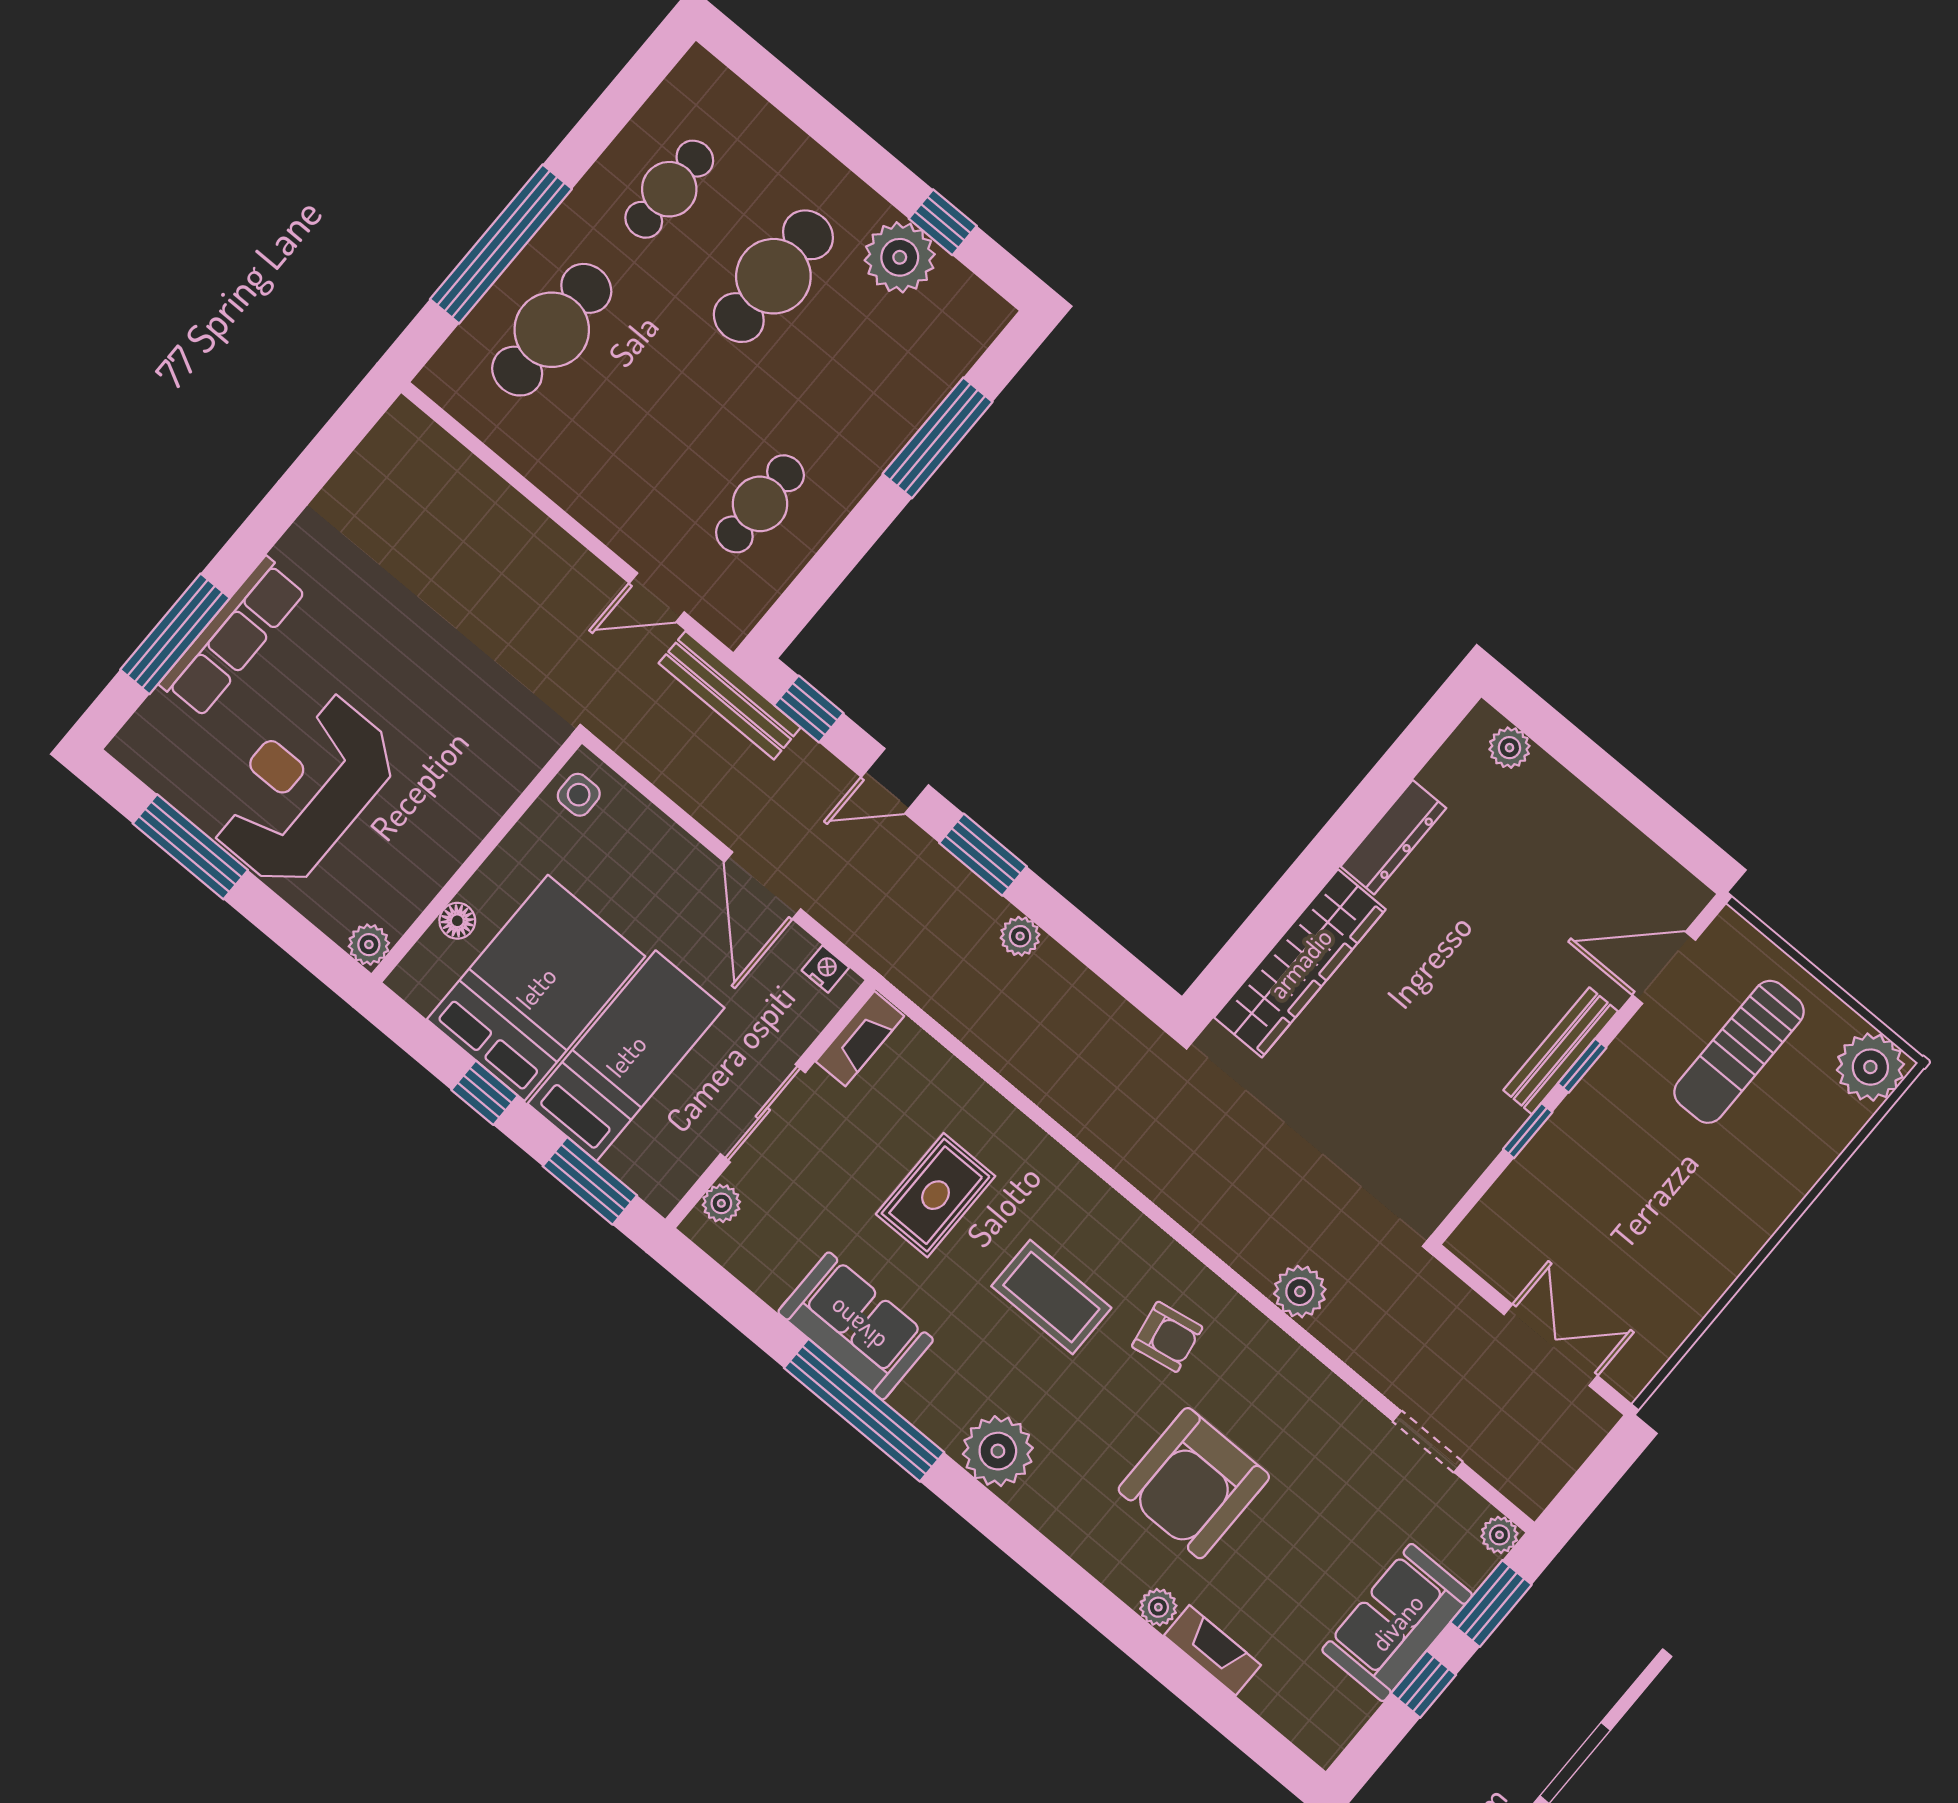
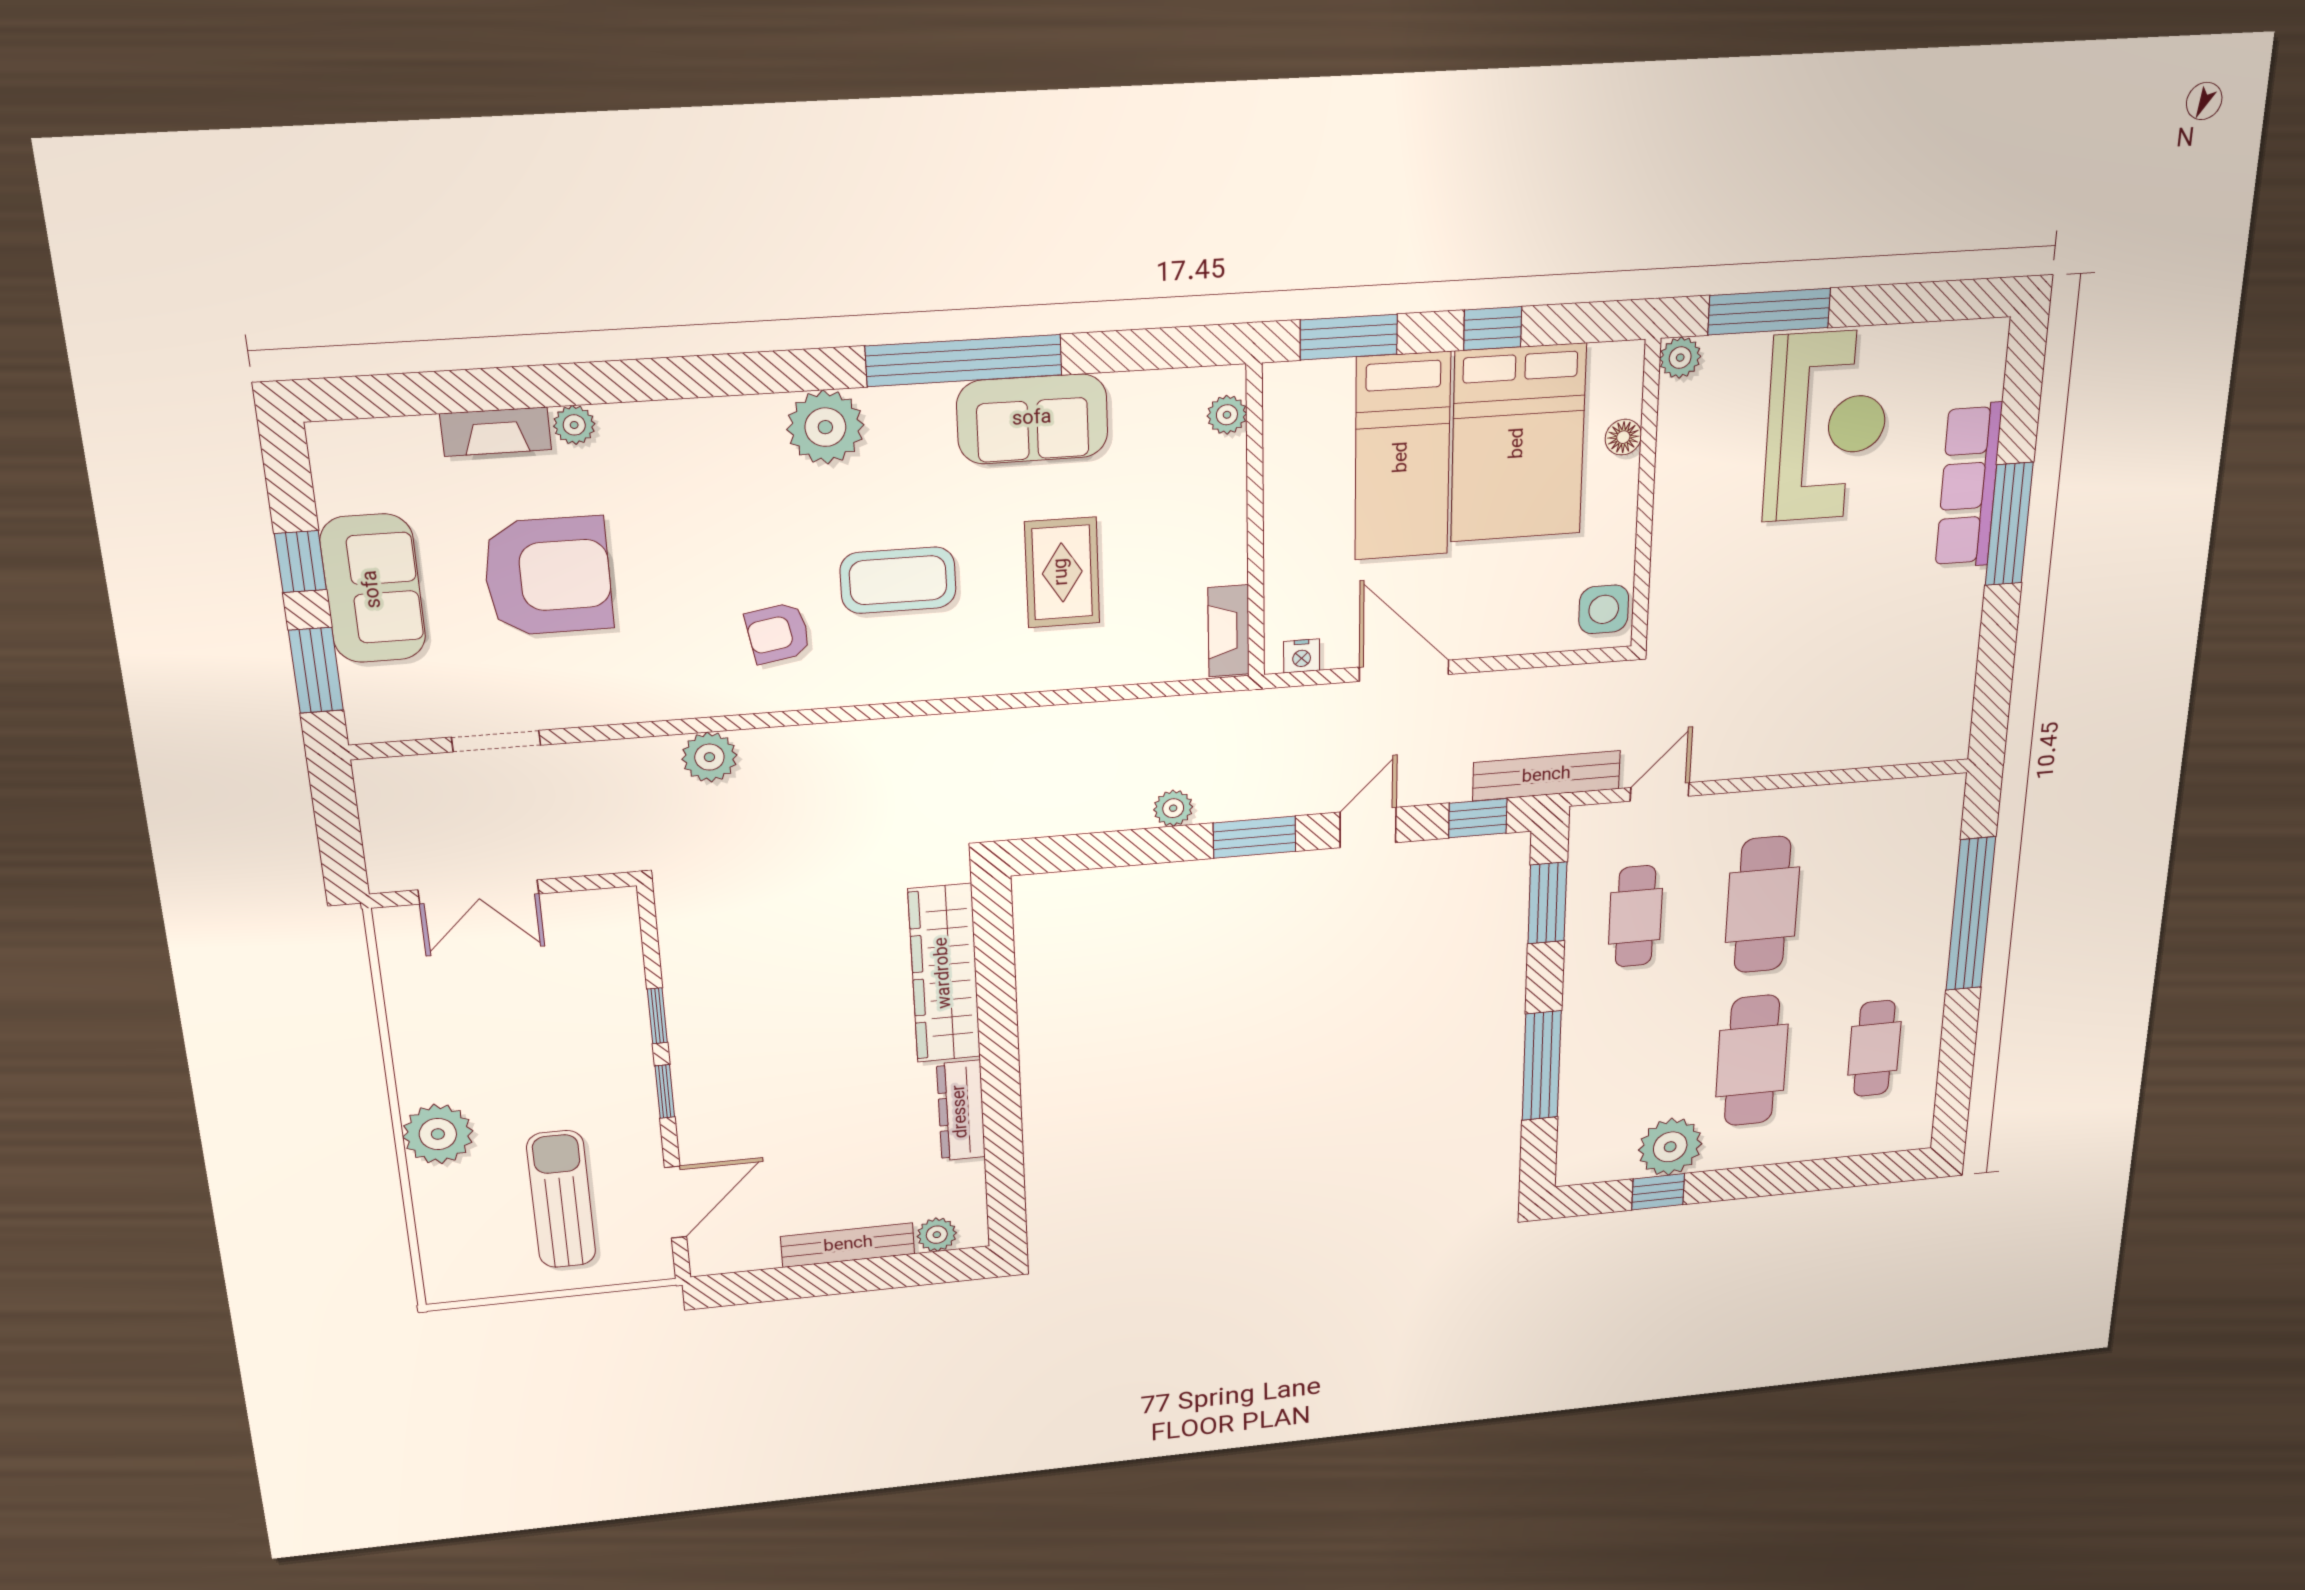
cafe table: (552, 330) -> (1762, 905), moved
window: (816, 583) -> (1547, 903), added
window: (175, 634) -> (2009, 524), moved
side table: (579, 795) -> (1604, 609), width x1.37, depth x1.37
window: (190, 847) -> (1769, 312), moved
bench: (1561, 1051) -> (848, 1245), moved, turned 90
plant: (1870, 1067) -> (438, 1134), moved
sliding door: (763, 1113) -> (1255, 511), removed
armchair: (1194, 1483) -> (548, 576), moved, turned 90
plant: (1499, 1535) -> (366, 726), removed

